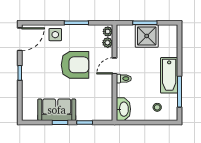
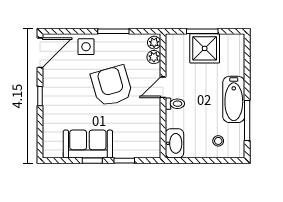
armchair: (75, 65) -> (112, 86), turned -106

